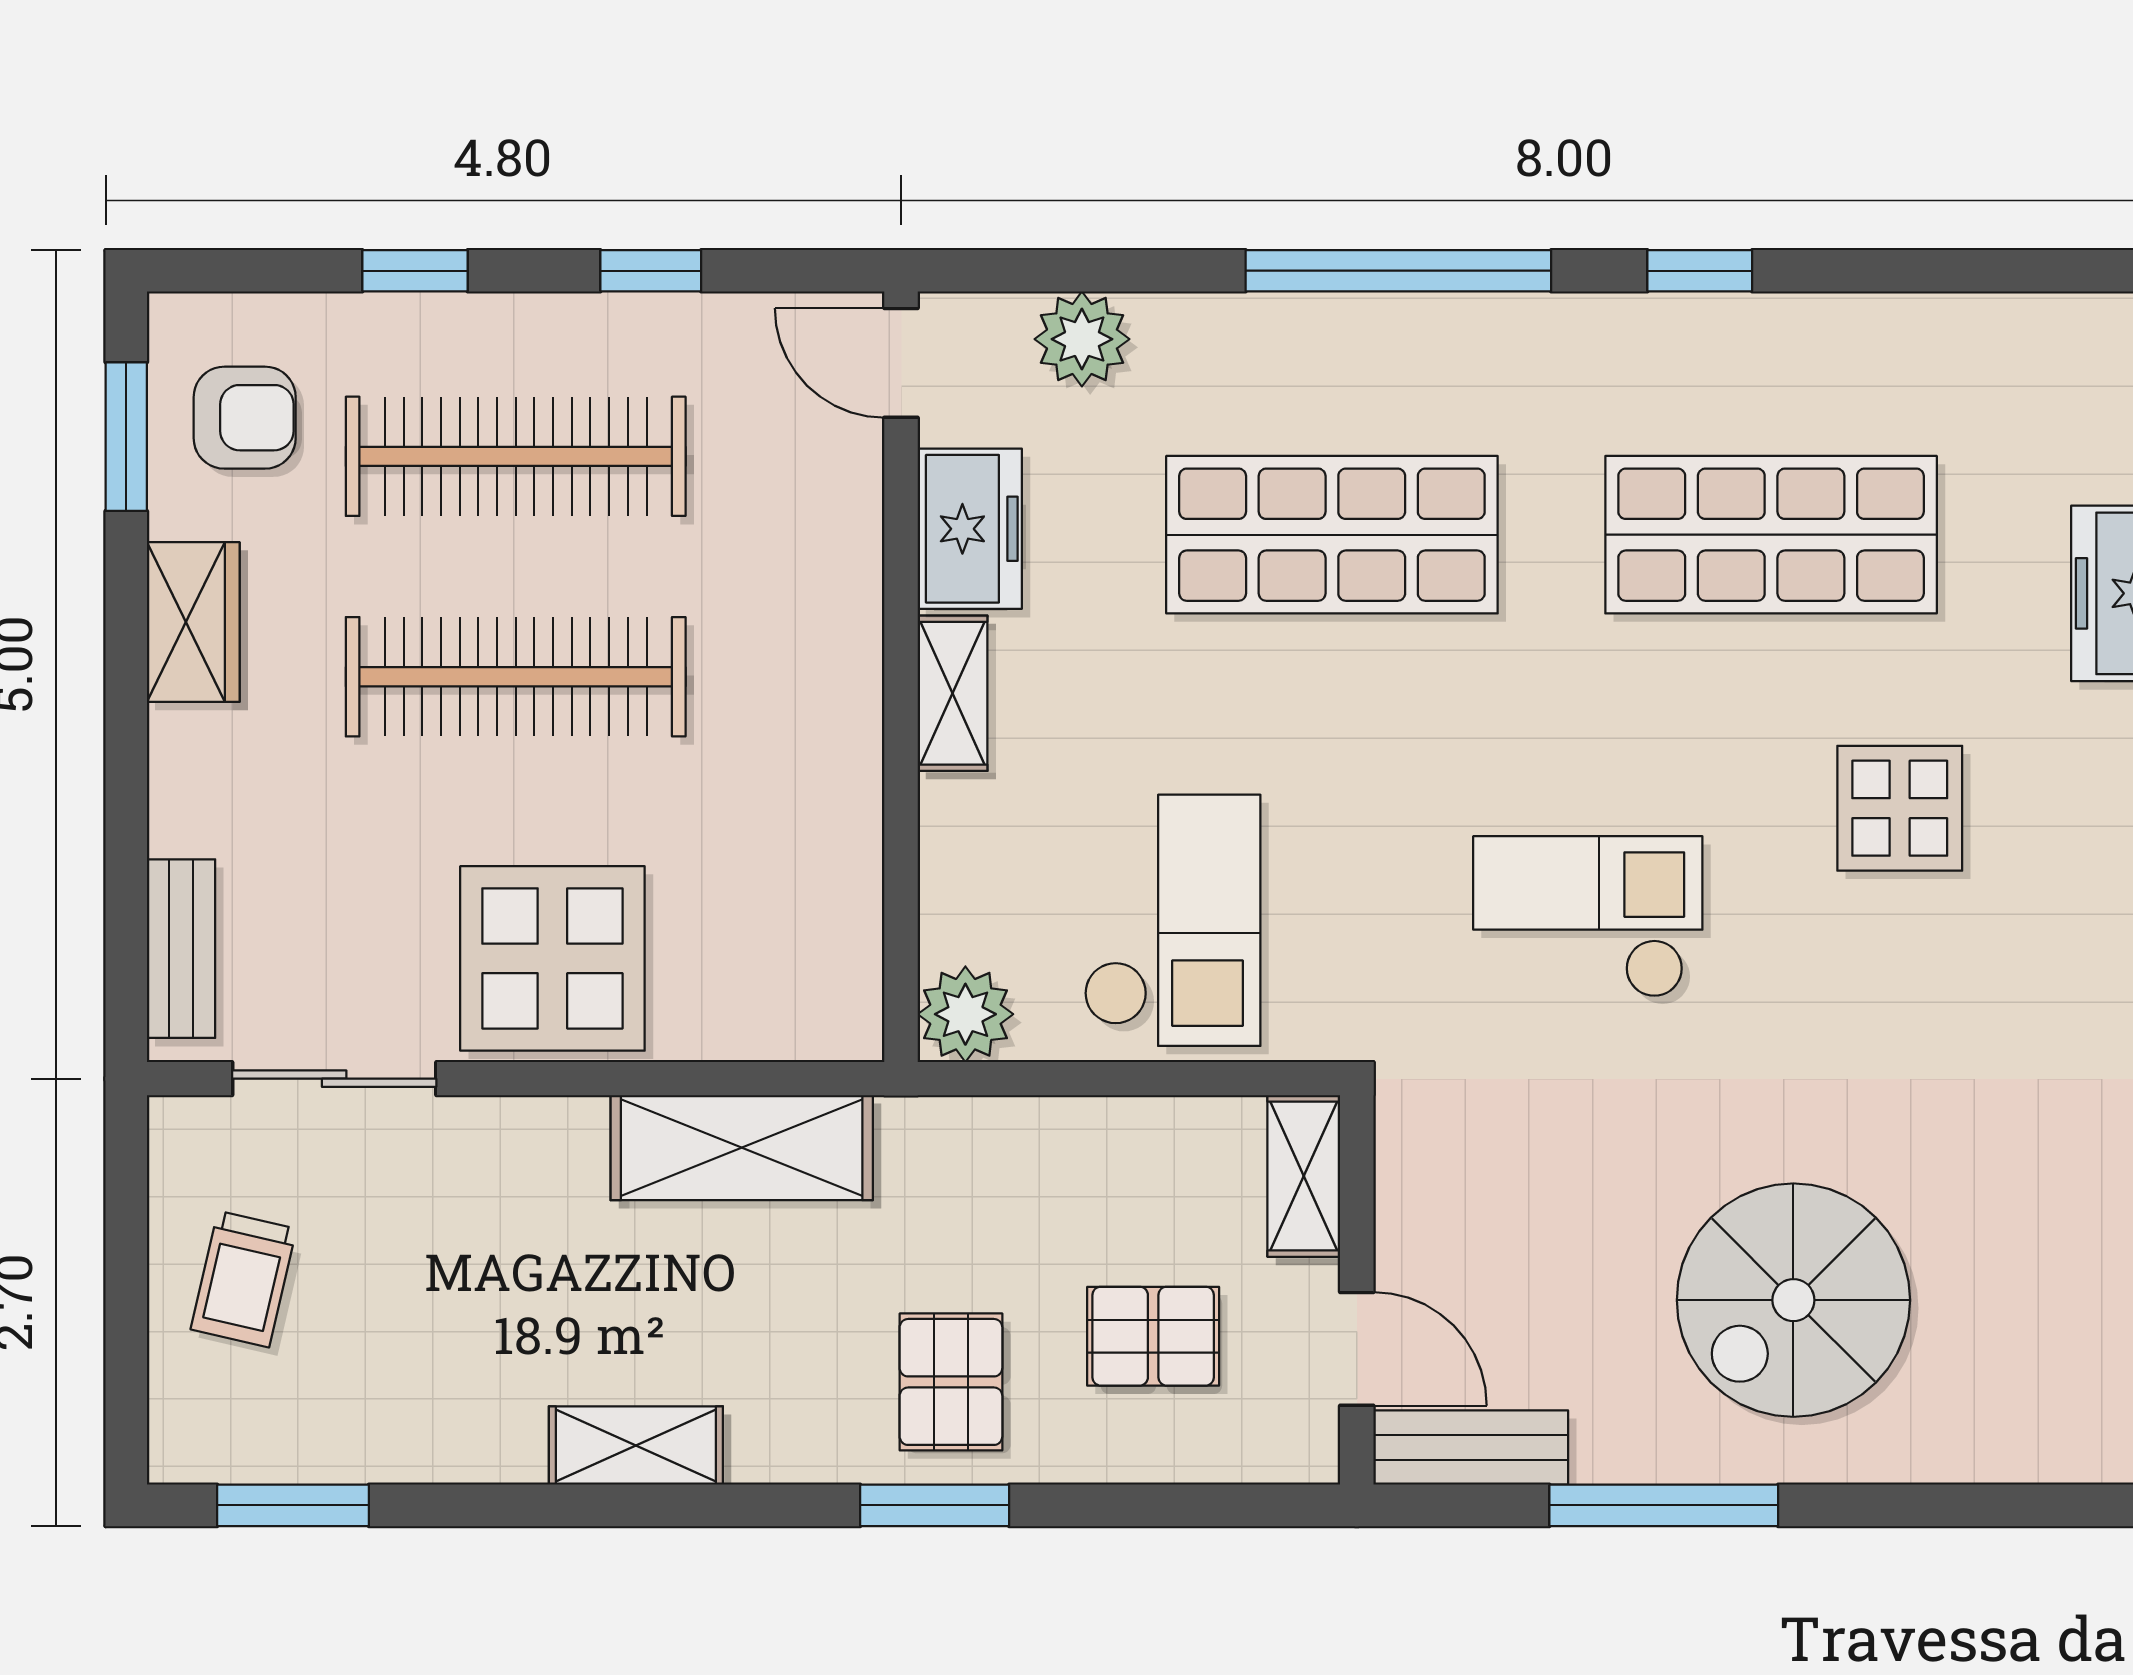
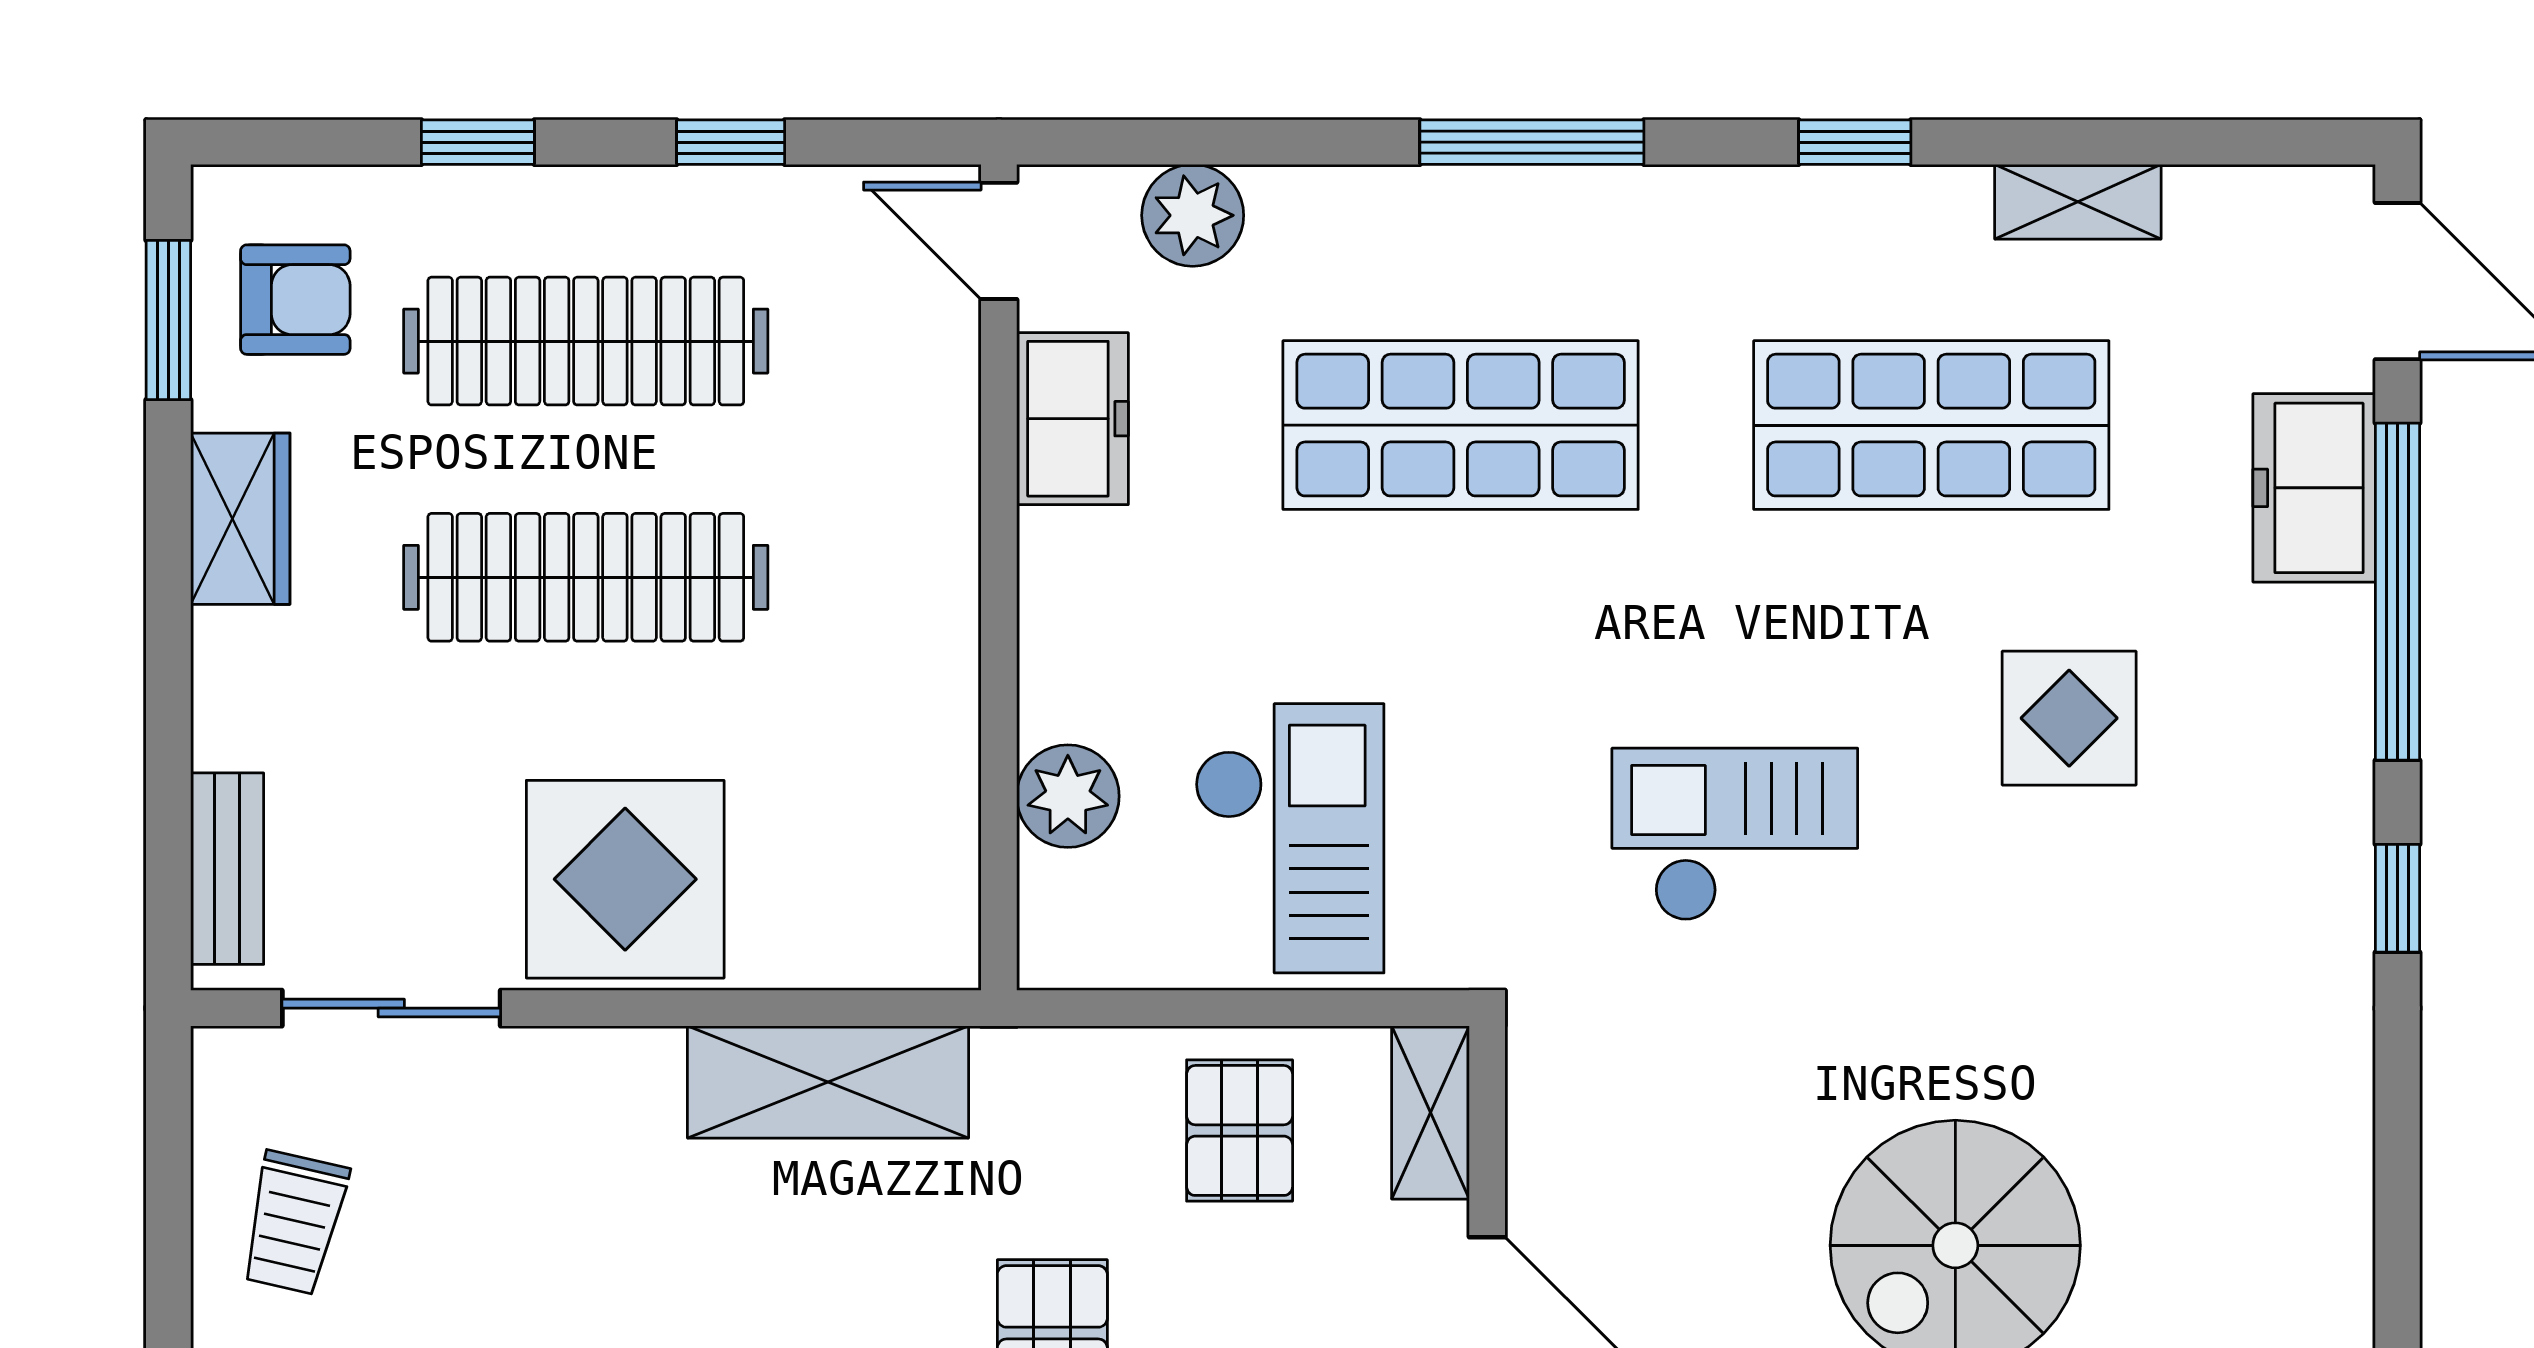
window: (1398, 271) -> (1532, 142), width x0.68
shelving: (953, 693) -> (2078, 202), moved, turned 90
plant: (965, 1014) -> (1068, 796), moved
pallet: (1153, 1336) -> (1240, 1130), moved, turned 90

